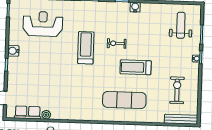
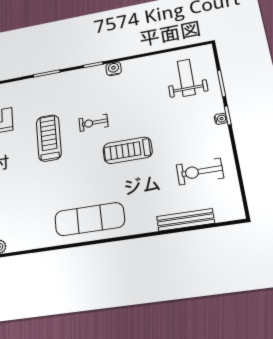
exercise bike: (177, 90) -> (200, 171), turned -90
exercise mat: (124, 100) -> (90, 219), moved
bench: (181, 119) -> (185, 220), moved

